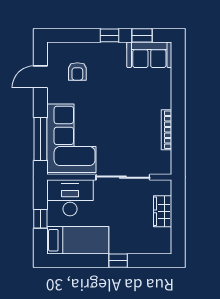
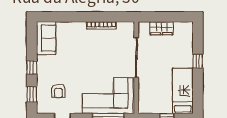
window: (142, 35) -> (32, 94), moved
armchair: (77, 72) -> (58, 91), turned 90
desk: (70, 198) -> (151, 97), removed

